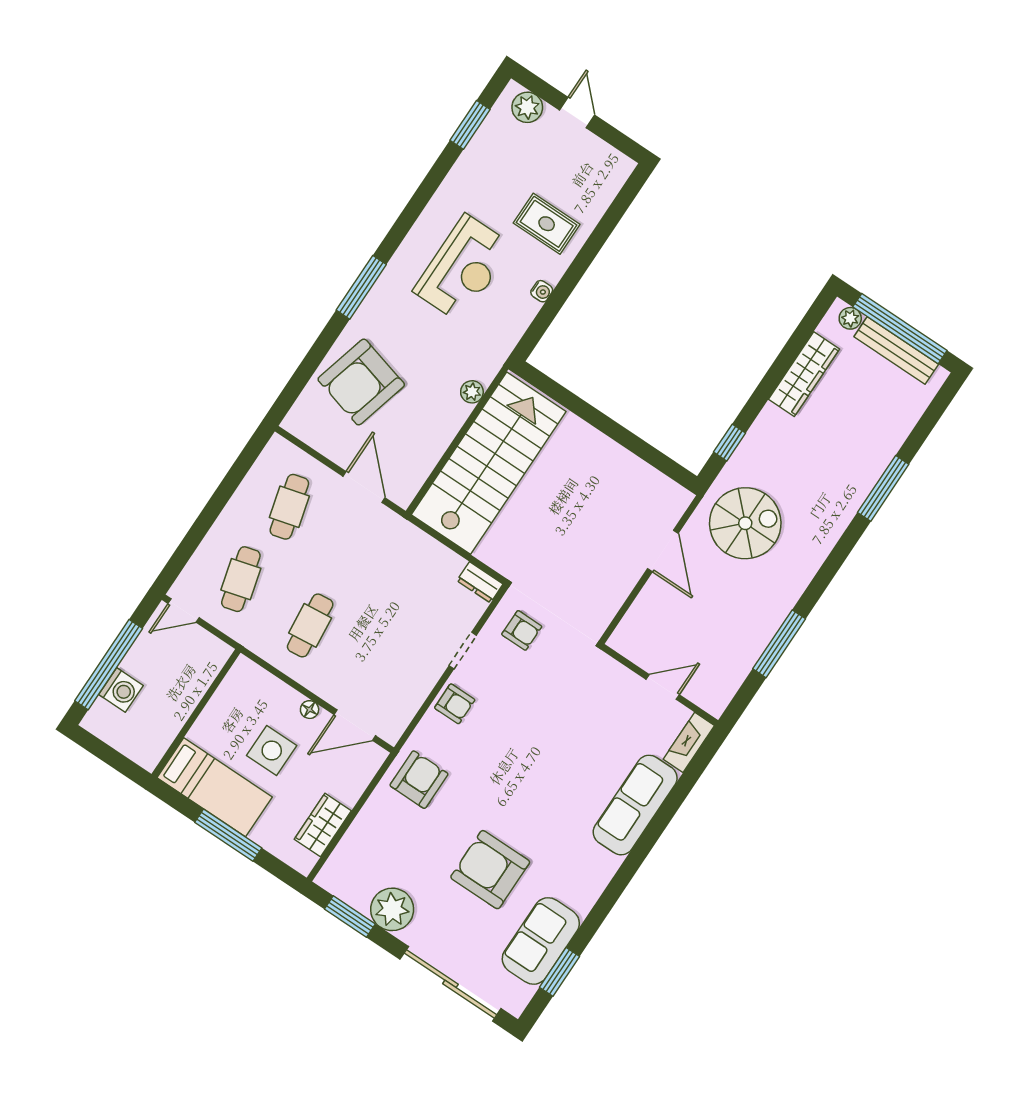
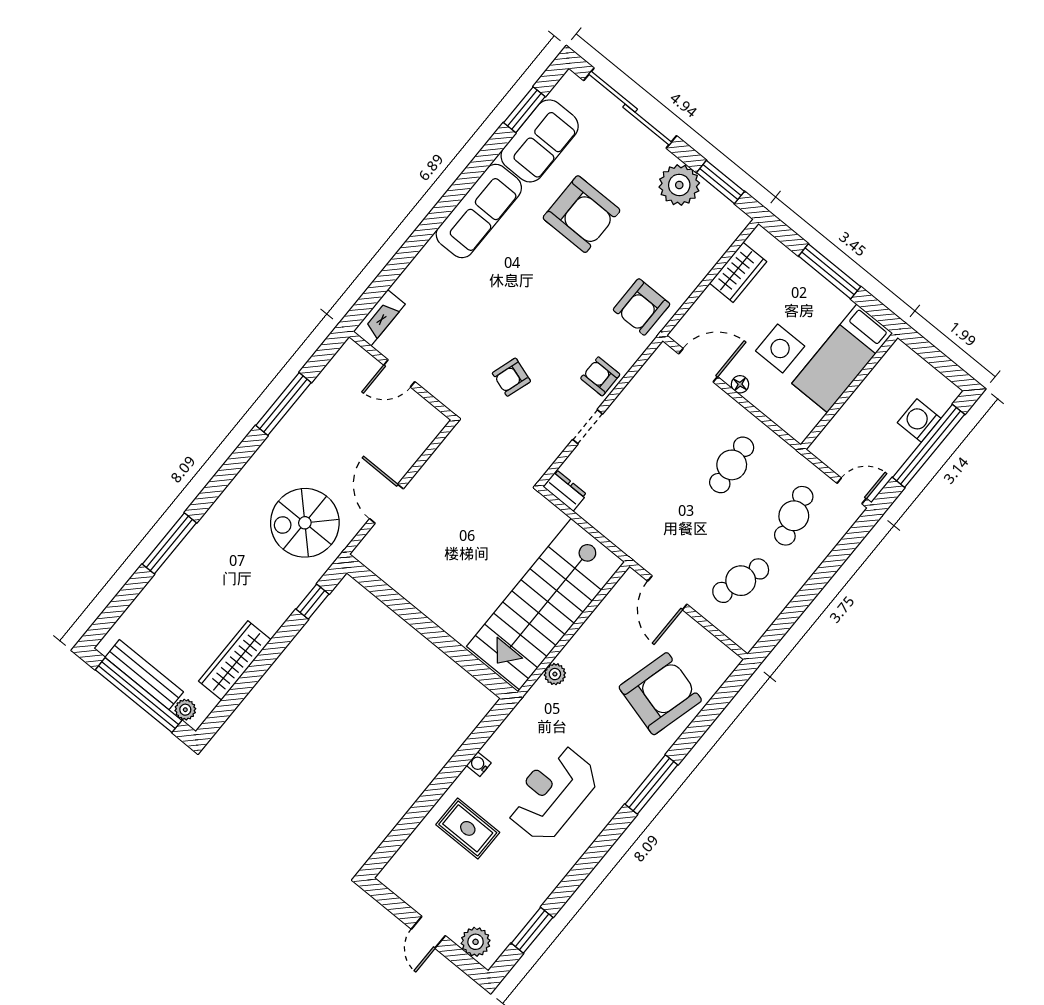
cafe table: (289, 507) -> (741, 581), turned 33
armchair: (522, 630) -> (511, 377), moved, turned -72
bed: (215, 787) -> (842, 358), moved, turned -90
sofa: (635, 805) -> (479, 211), moved

